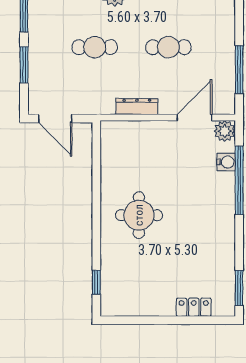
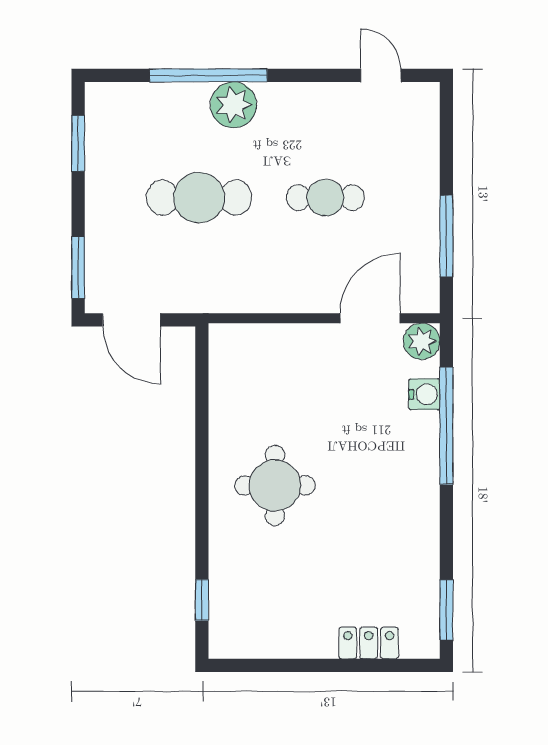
cafe table: (95, 47) -> (199, 198), width x1.37, depth x1.35
window: (24, 65) -> (78, 267), moved
dresser: (137, 107) -> (271, 299), removed

